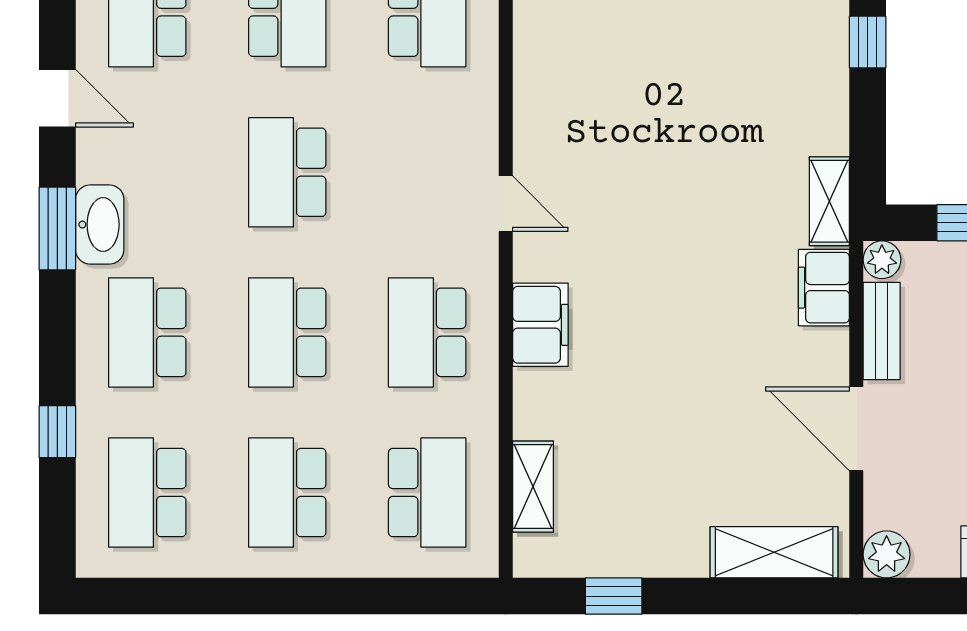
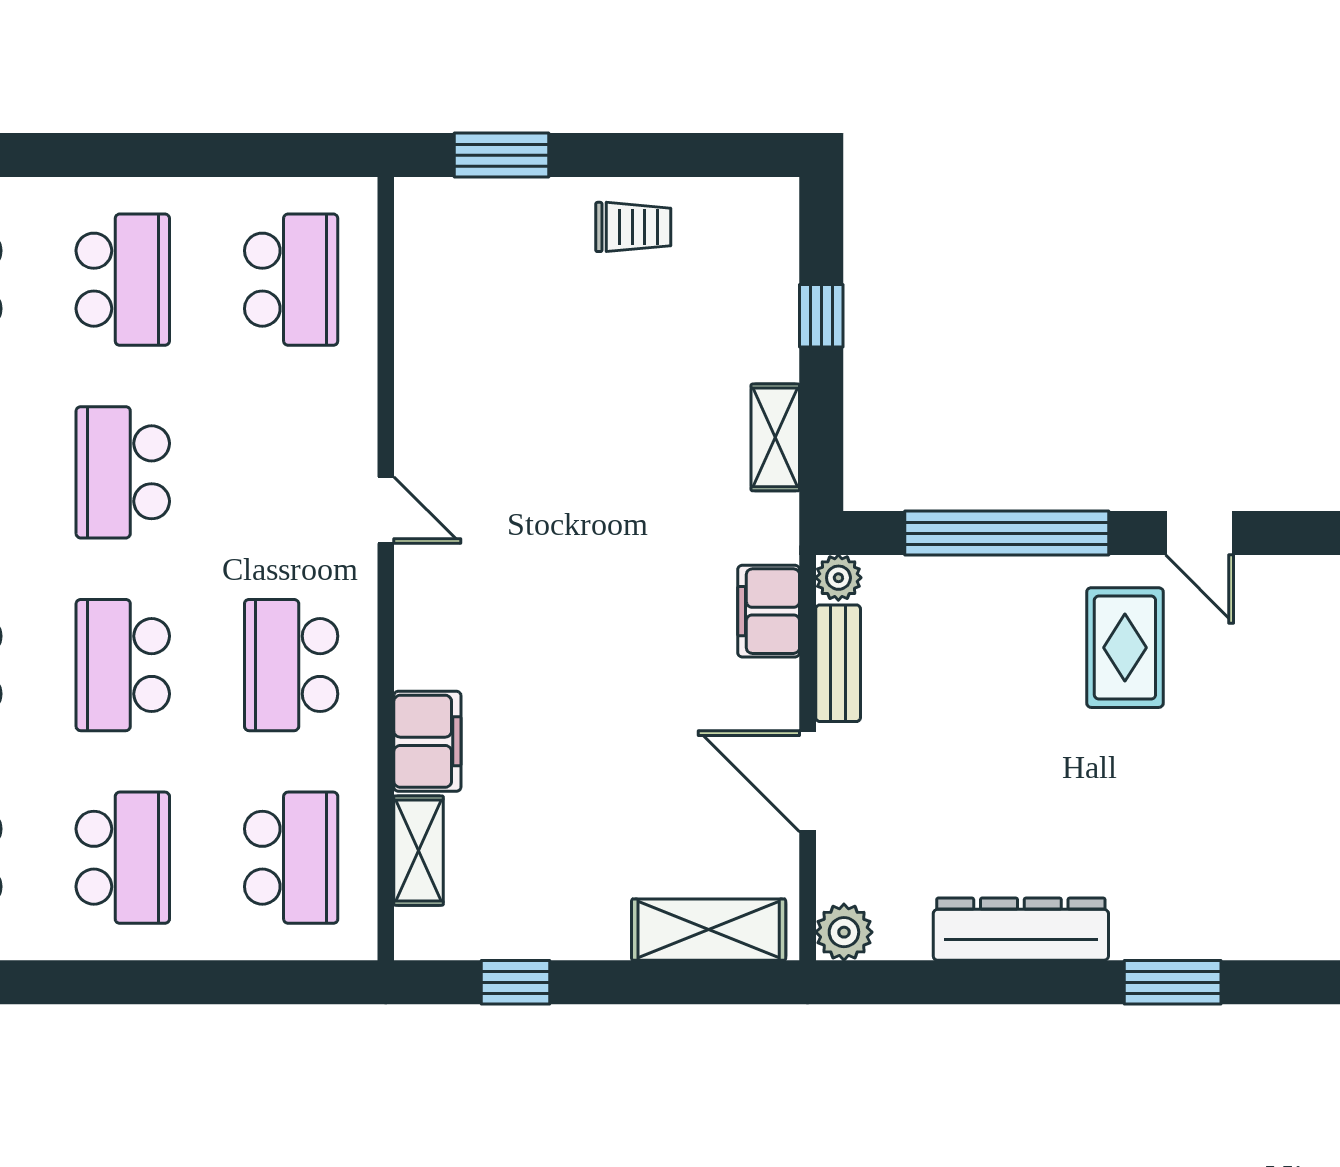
shelving: (829, 201) -> (775, 437), moved
filing cabinet: (540, 325) -> (427, 741), moved
school desk: (287, 493) -> (123, 858), turned 180

